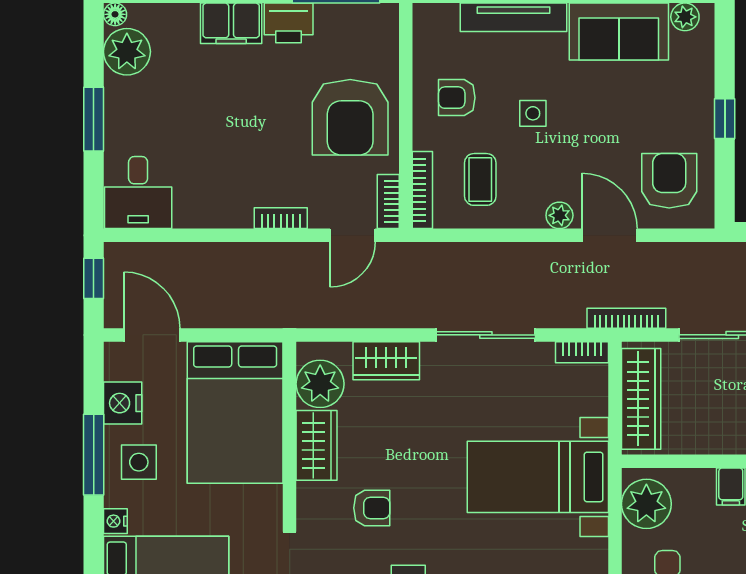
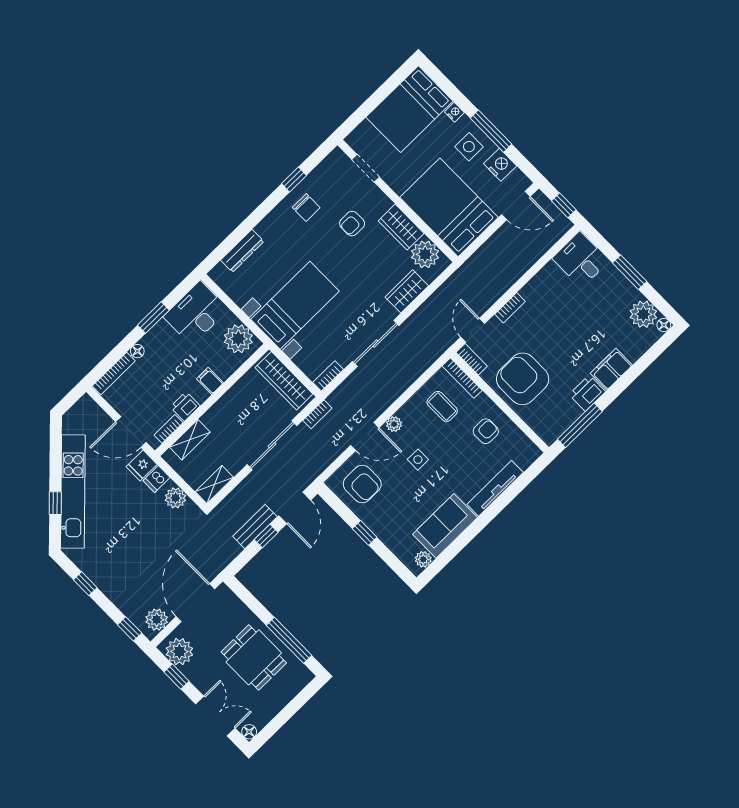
side table: (533, 113) -> (418, 460), moved
bookcase: (626, 318) -> (317, 414), width x0.64

